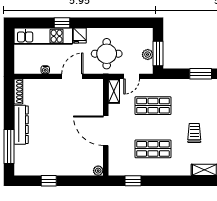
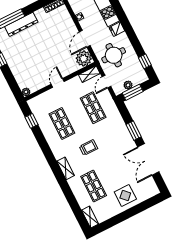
window: (62, 23) -> (145, 61), moved
door: (72, 76) -> (85, 39), swing flipped
door: (132, 76) -> (106, 82), hinge flipped
plant: (94, 89) -> (84, 59), added
dresser: (21, 125) -> (21, 24), moved
door: (106, 131) -> (58, 83), width x0.53

